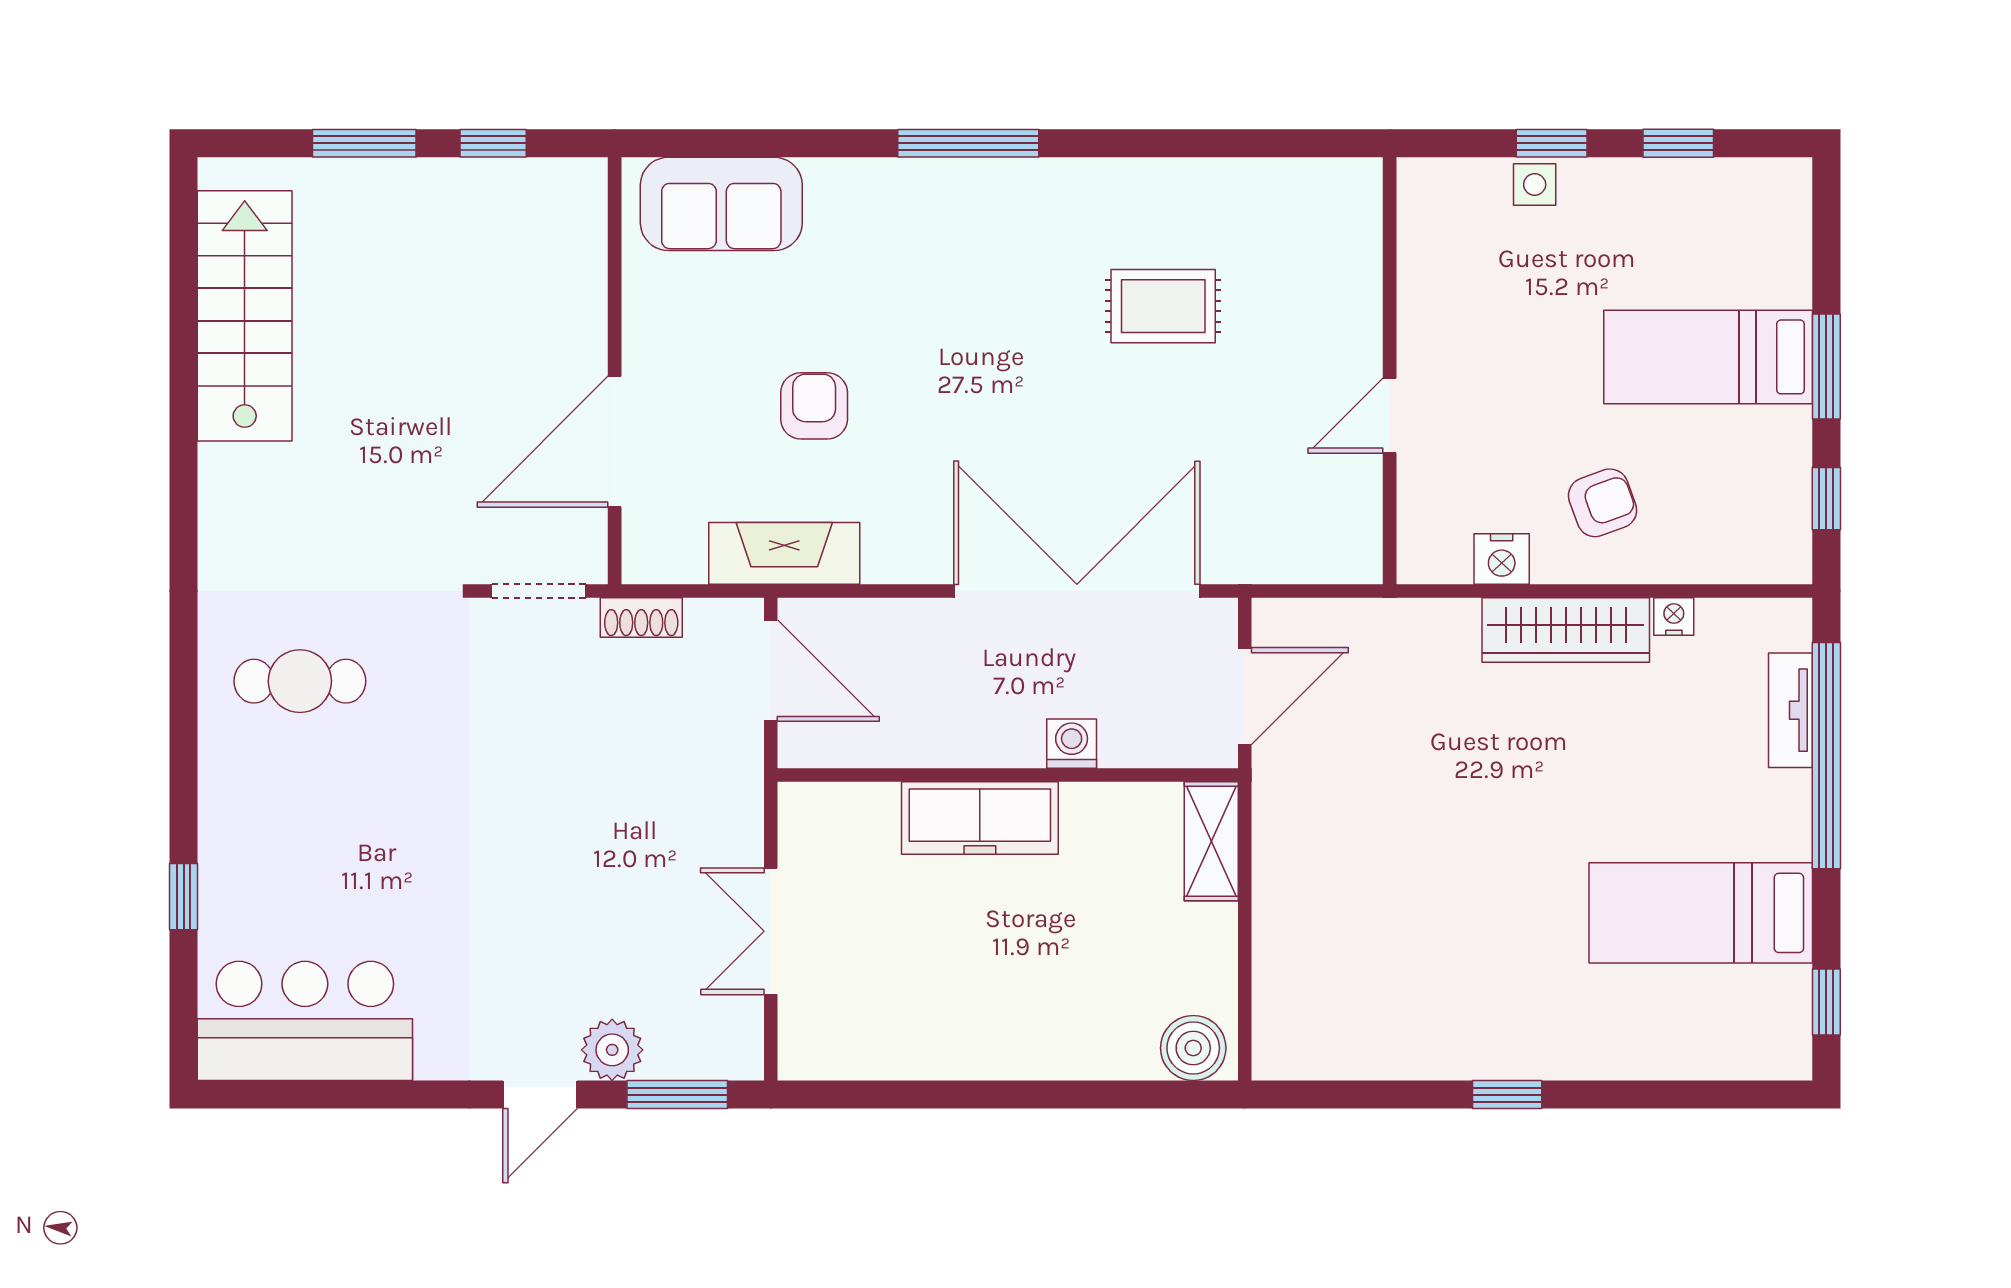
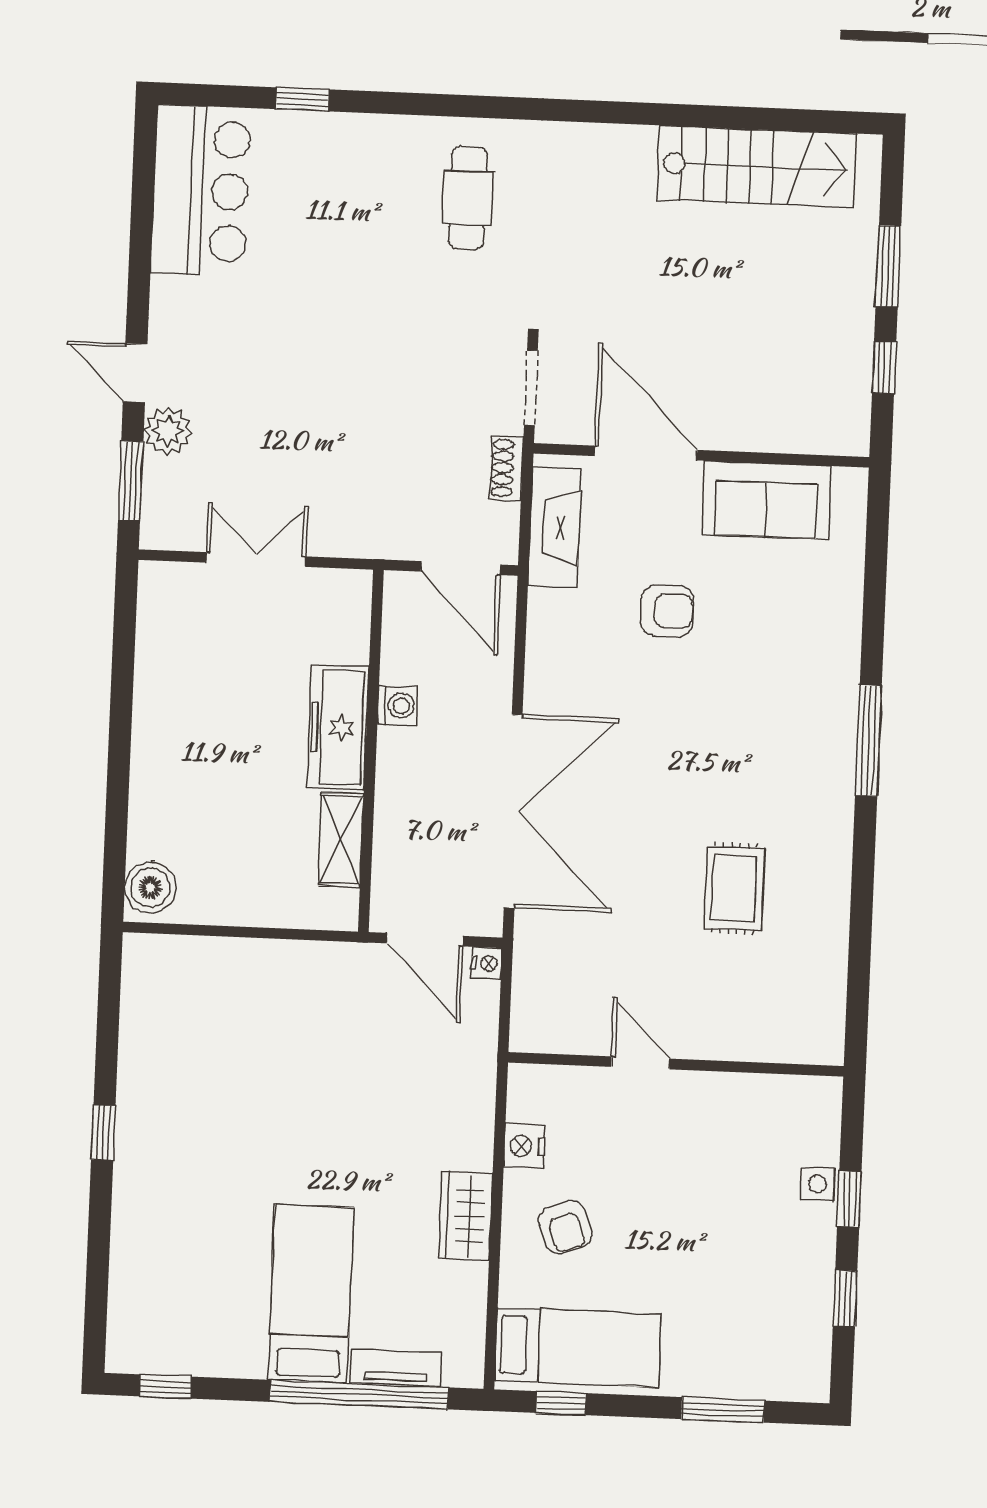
sofa: (721, 204) -> (767, 500), moved, turned -90
bed: (1708, 357) -> (578, 1347), moved, turned 90
window: (1826, 366) -> (723, 1410), moved
fireplace: (784, 553) -> (555, 527), moved
nightstand: (1674, 616) -> (487, 963), moved
wardrobe: (1566, 630) -> (465, 1216), width x0.67
door: (771, 670) -> (461, 568), hinge flipped
washing machine: (1072, 744) -> (397, 706), moved
shelving: (1211, 841) -> (341, 840), moved, turned 90
bed: (1701, 913) -> (311, 1294), moved

